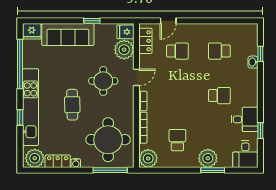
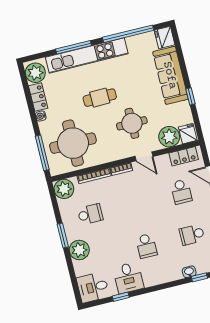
school desk: (219, 51) -> (192, 235), turned -90
window: (20, 117) -> (74, 47), width x2.17
window: (213, 170) -> (63, 235), moved

